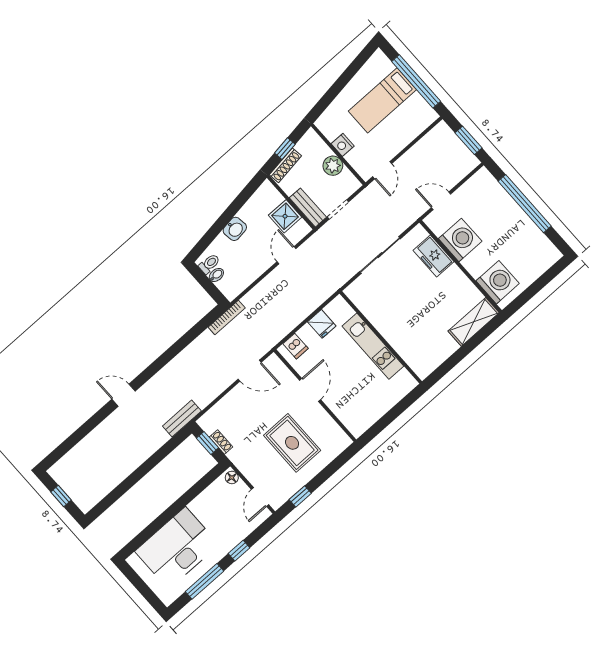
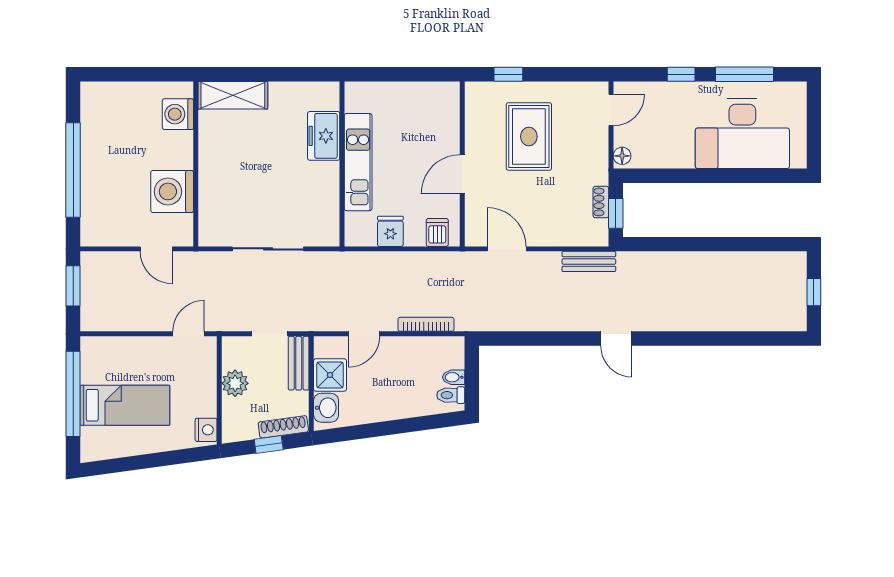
nightstand: (343, 145) -> (206, 430), moved
washbasin: (235, 229) -> (326, 408), moved, turned 98
freezer: (434, 256) -> (324, 136), moved, turned 180
washing machine: (498, 282) -> (178, 114), width x0.73, depth x0.73
bookcase: (227, 317) -> (426, 324), moved
door: (124, 395) -> (616, 339), moved
bench: (182, 419) -> (589, 261), moved
window: (300, 496) -> (508, 74), moved

